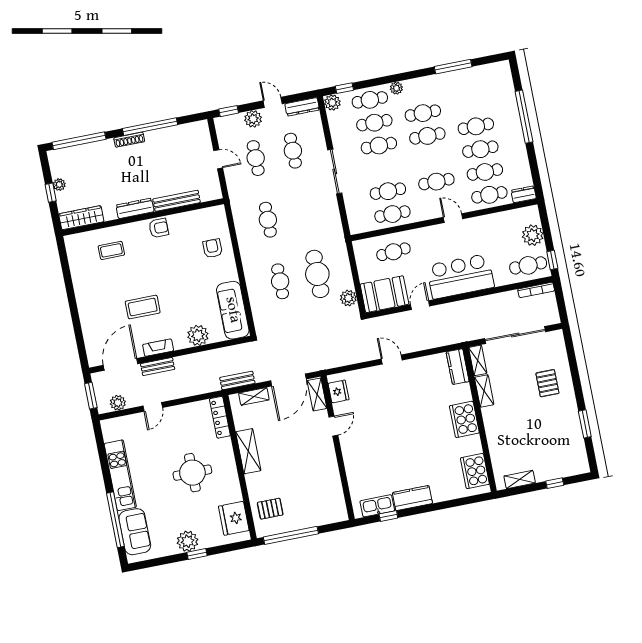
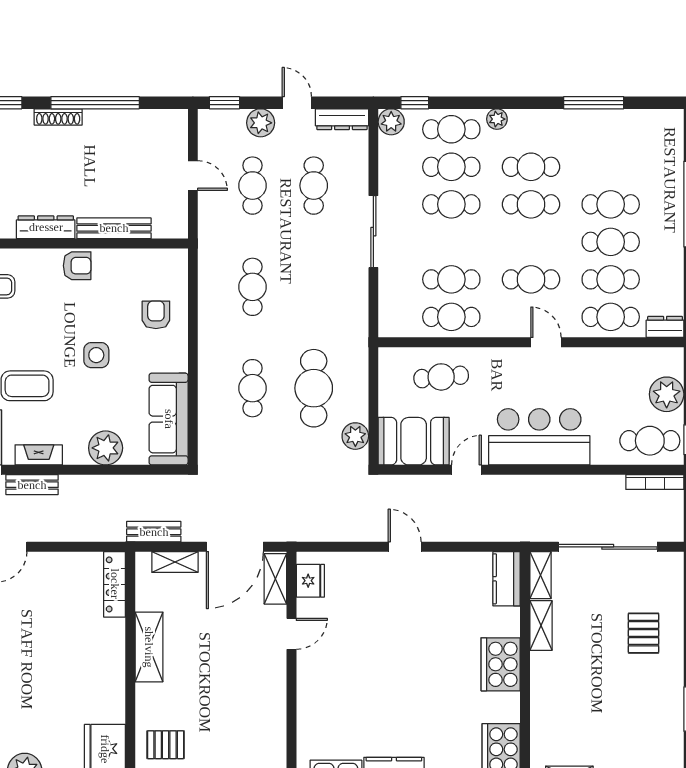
side table: (181, 280) -> (96, 355), added
round table: (192, 473) -> (54, 663), removed

